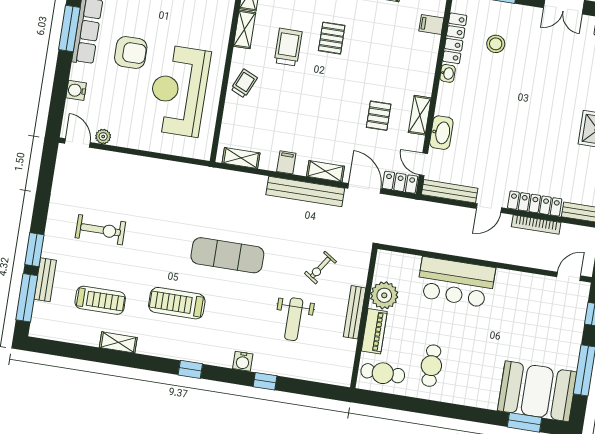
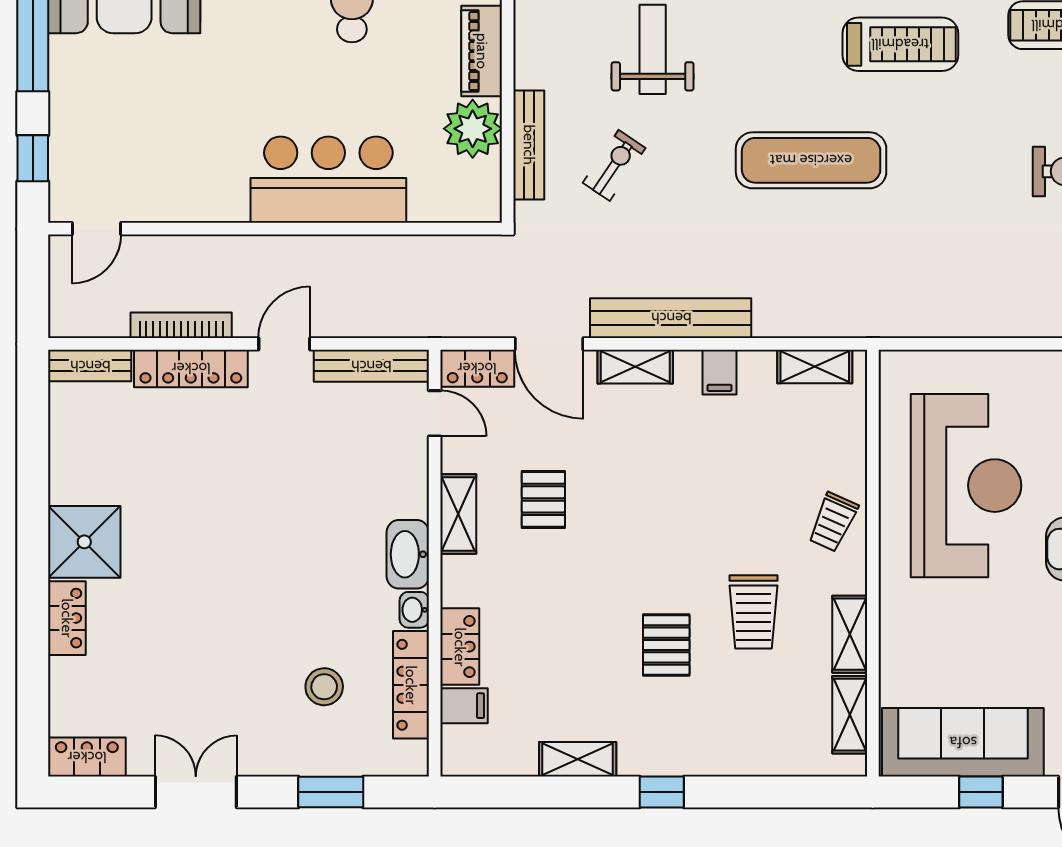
locker: (429, 53) -> (460, 647), added
washbasin: (441, 133) -> (408, 554), moved
bench: (355, 312) -> (529, 145), moved

